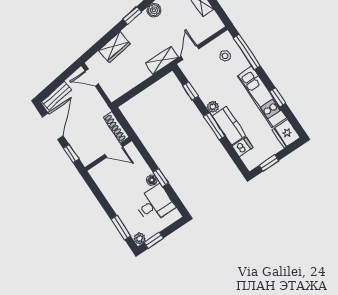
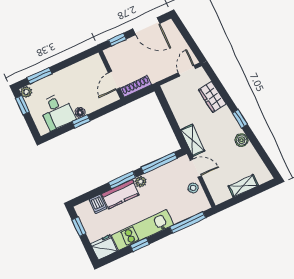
stool: (225, 56) -> (193, 188), moved
window: (191, 91) -> (159, 163), width x2.17
bench: (56, 96) -> (175, 34), removed

